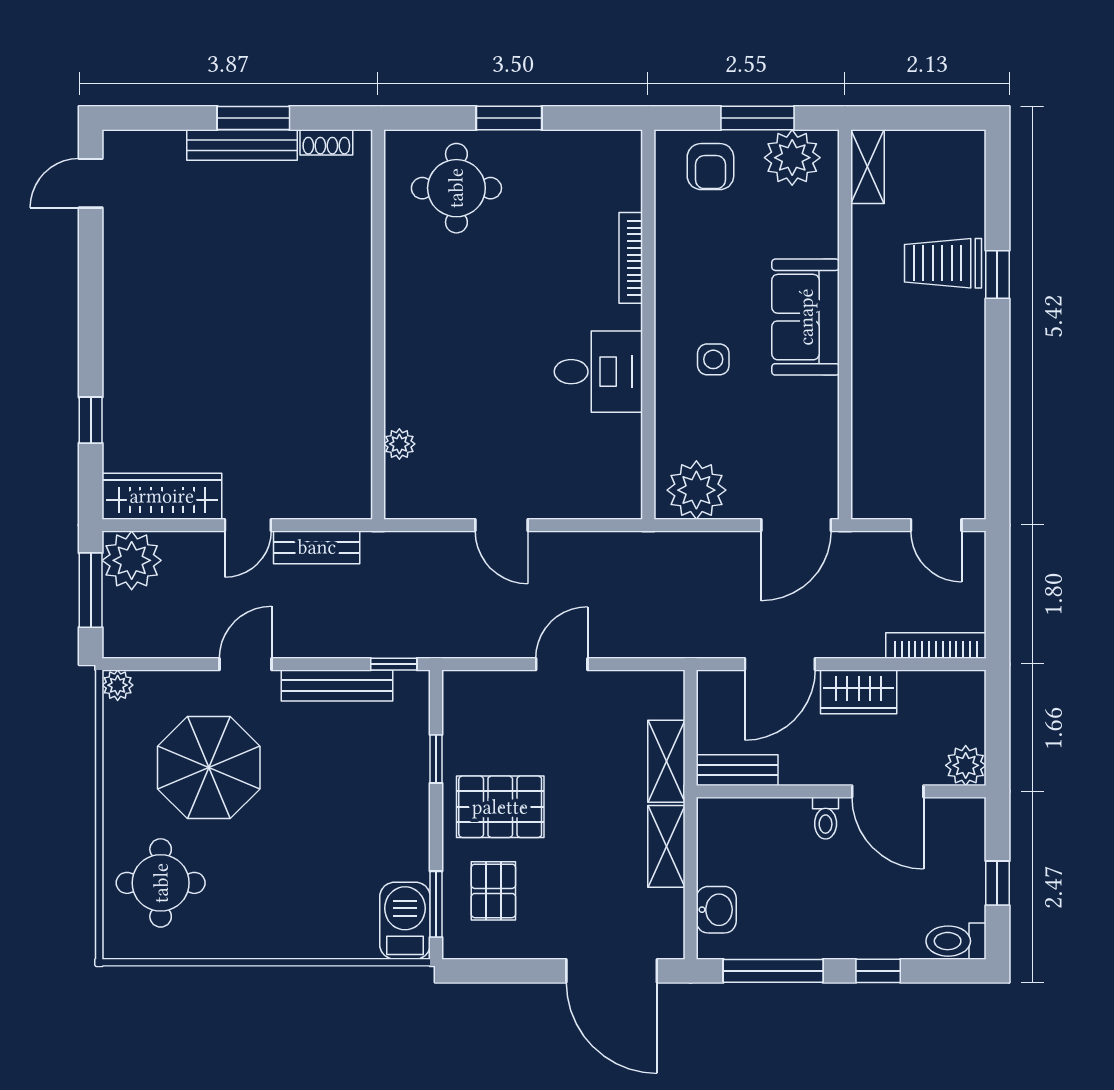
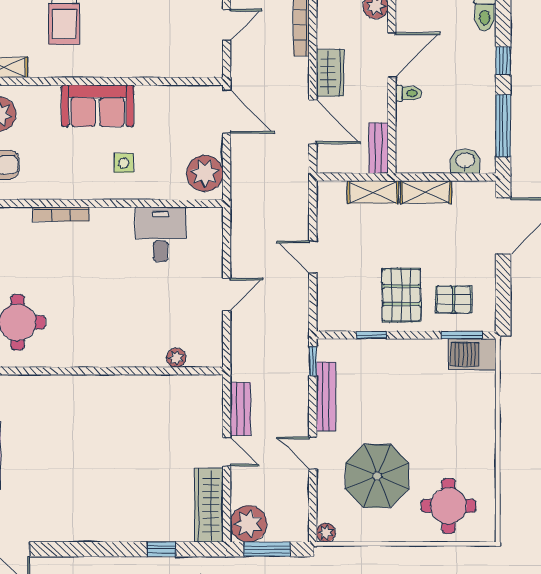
desk: (598, 372) -> (161, 234), moved

